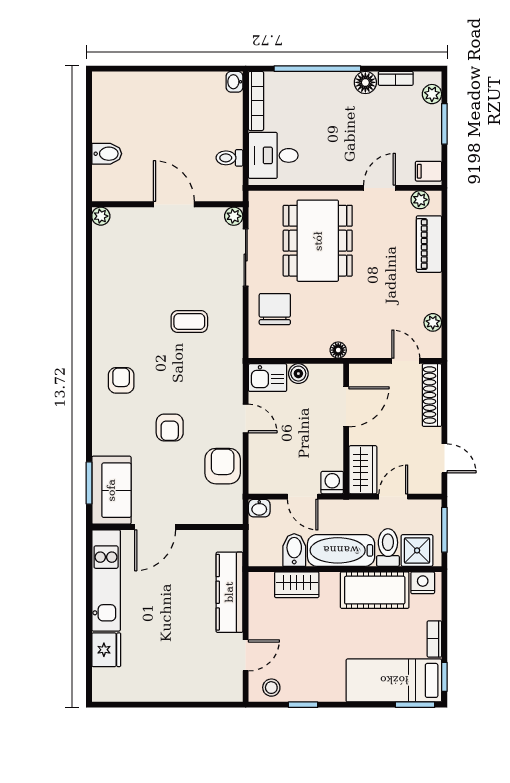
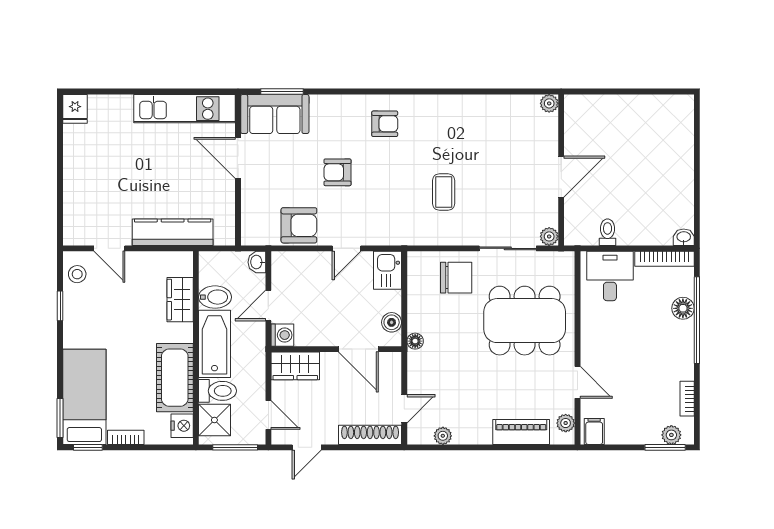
floor lamp: (365, 82) -> (683, 308), moved
window: (444, 124) -> (665, 447), moved
bidet: (107, 154) -> (612, 109), removed
boiler: (298, 374) -> (392, 322), moved
door: (393, 497) -> (268, 415), moved
fridge: (106, 650) -> (75, 109), moved, width x0.72

